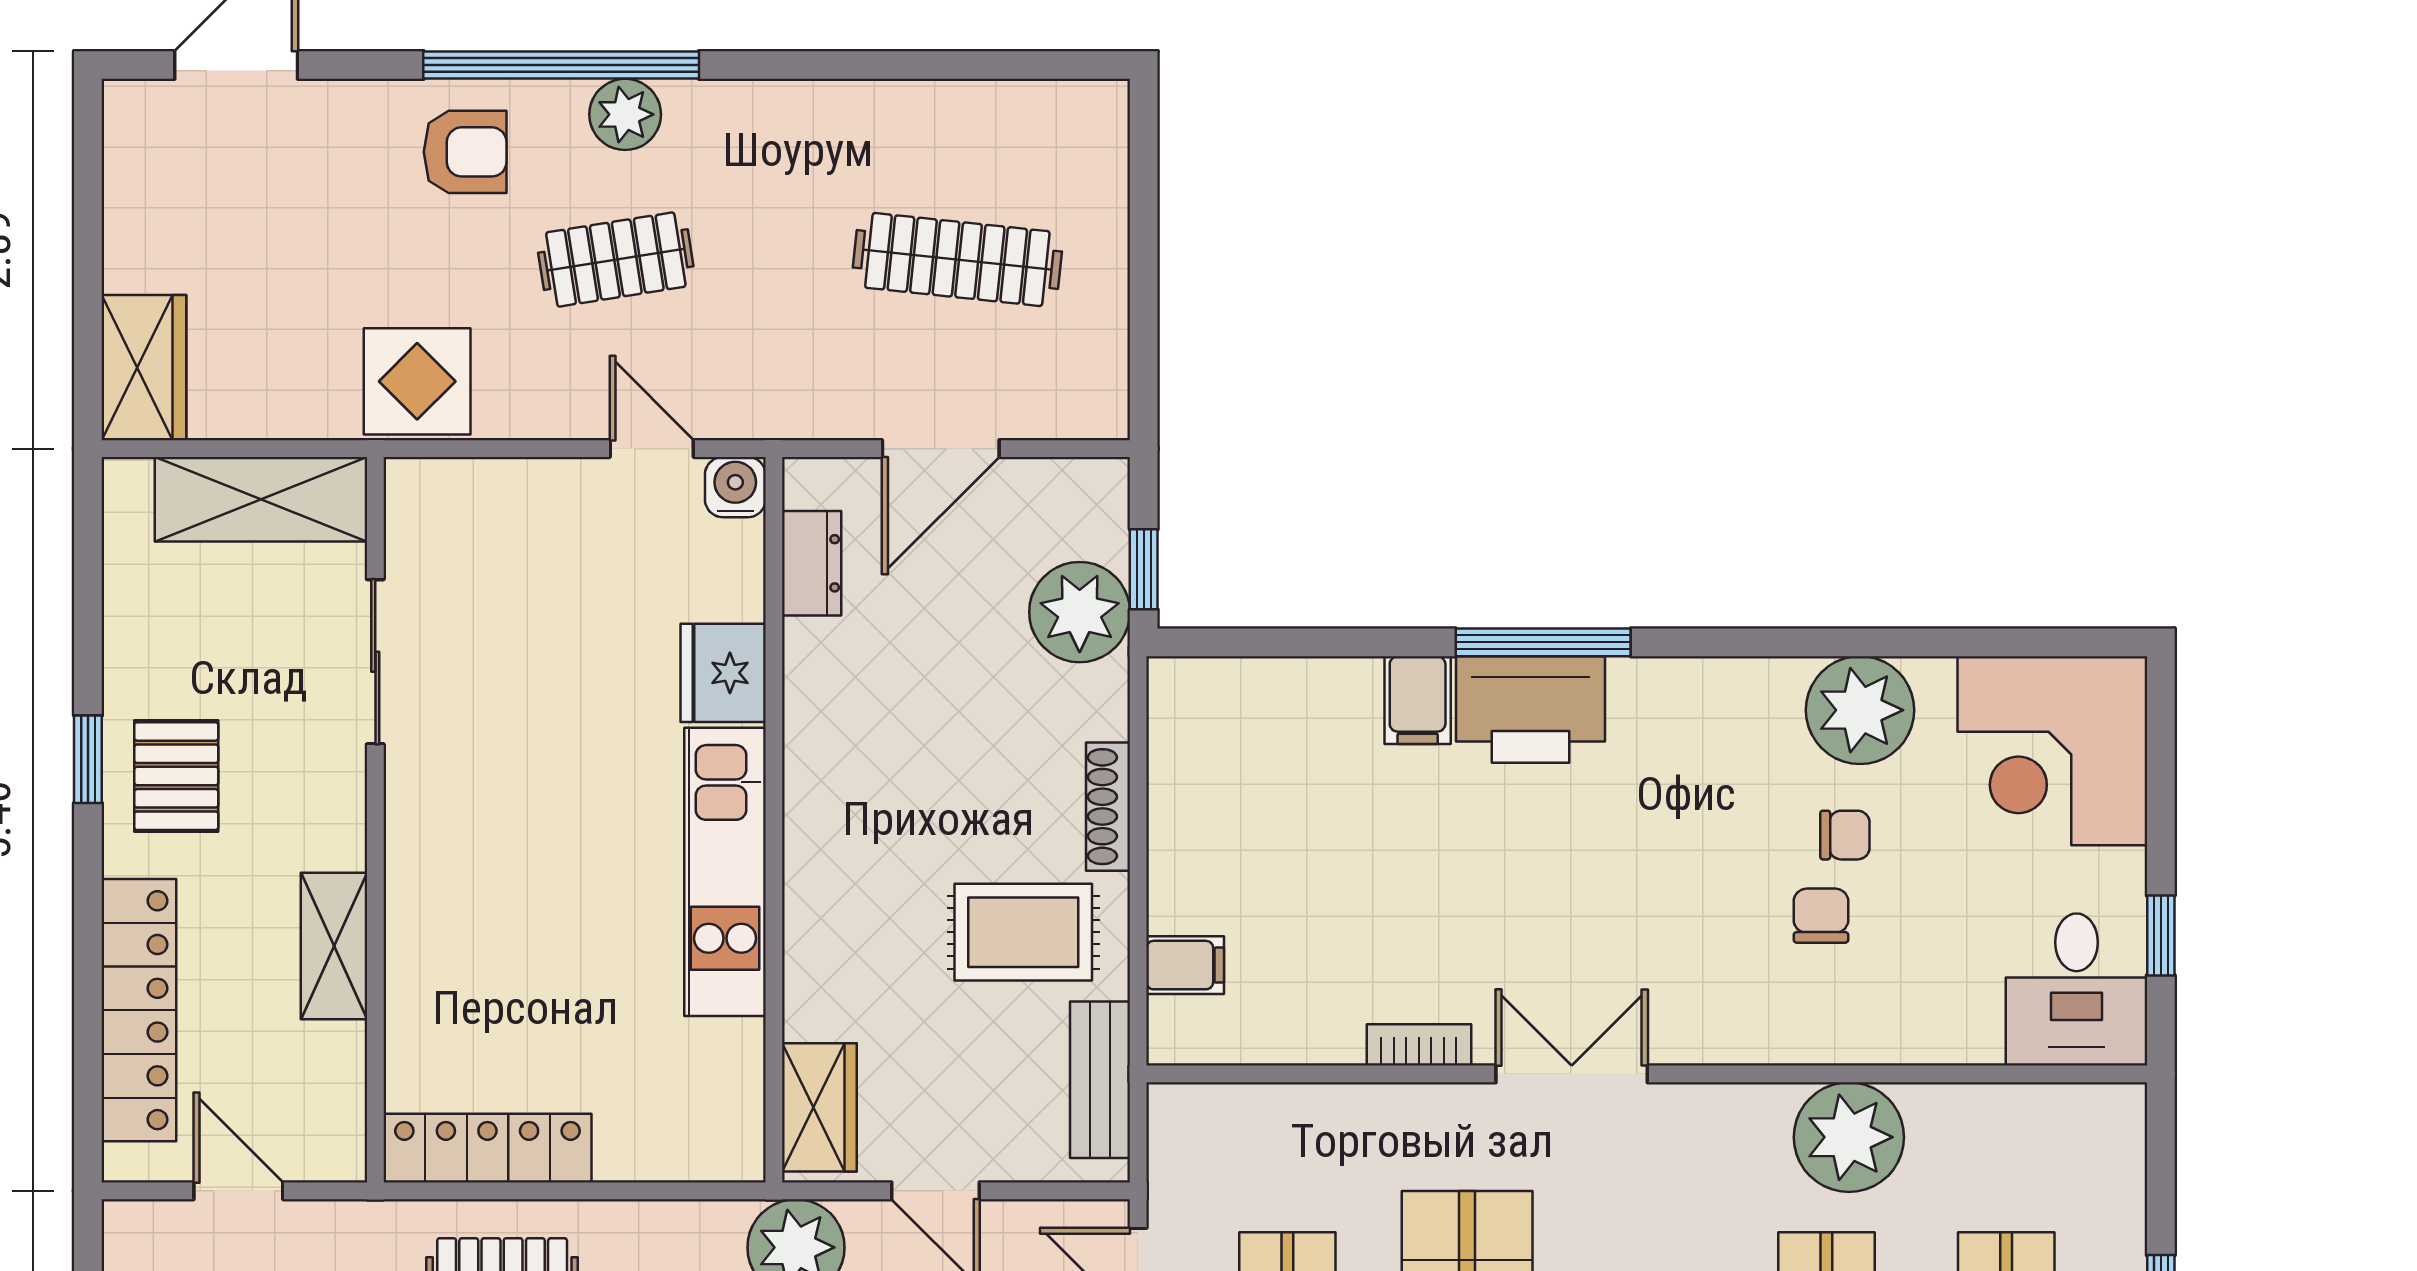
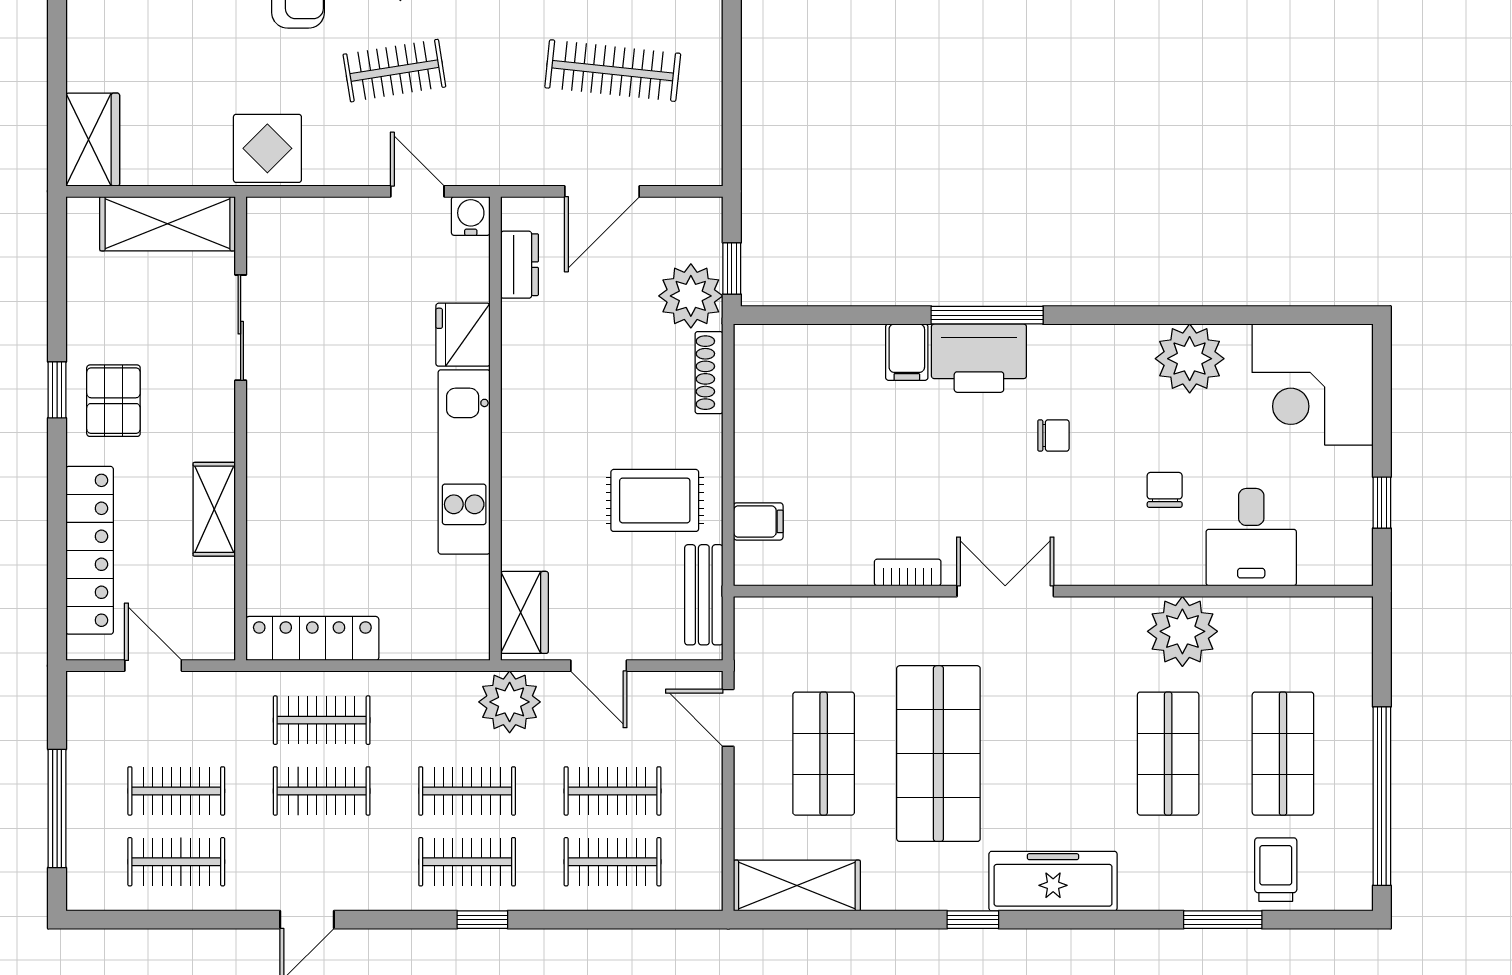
shoe rack: (1108, 807) -> (709, 373), moved
chair: (1845, 835) -> (1053, 435), moved
desk: (2076, 990) -> (1251, 537), moved

